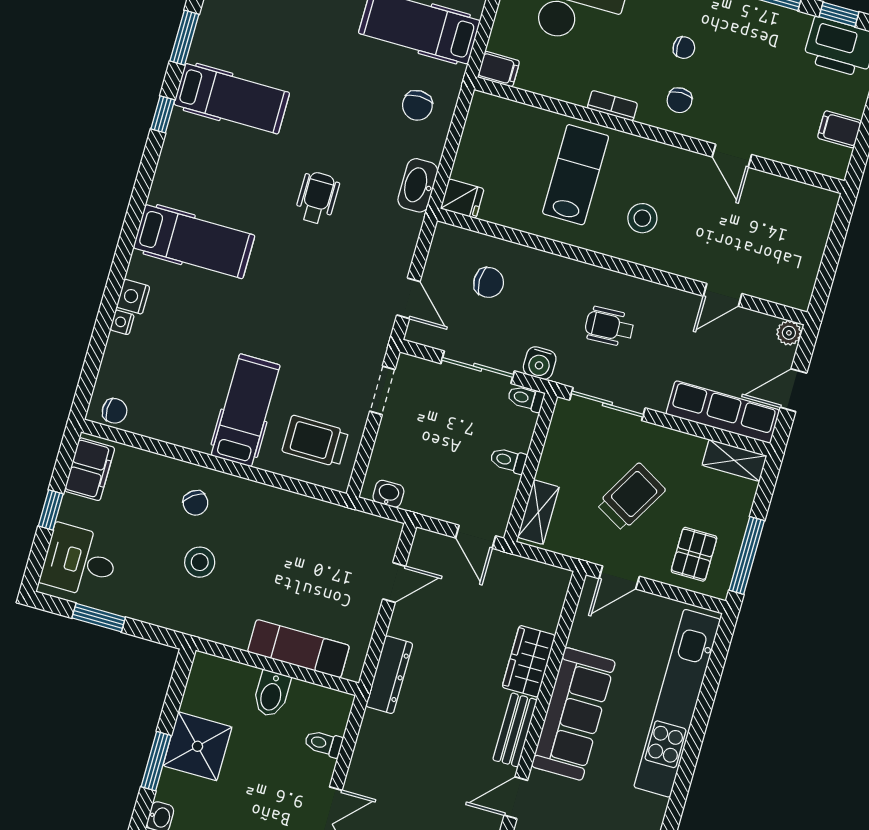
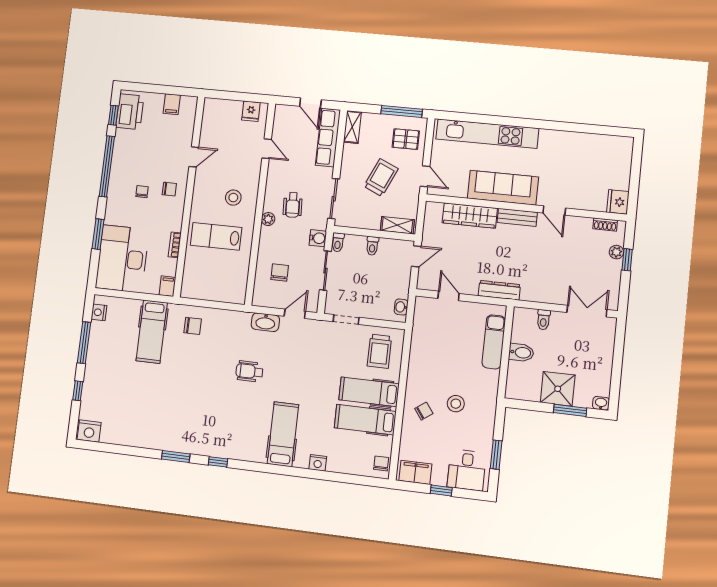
hospital bed: (232, 99) -> (365, 420), moved, turned -90
bookcase: (612, 106) -> (175, 245), moved
washbasin: (418, 185) -> (265, 322), moved
fridge: (462, 199) -> (251, 111), moved, turned 180
nightstand: (122, 322) -> (333, 467), removed
plant: (789, 333) -> (268, 219), moved
trolley: (631, 497) -> (381, 178), turned 84
wardrobe: (529, 661) -> (470, 216), width x1.50

